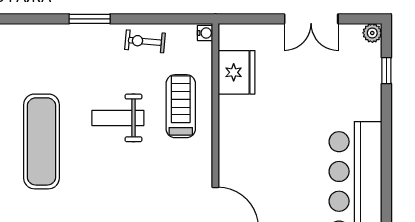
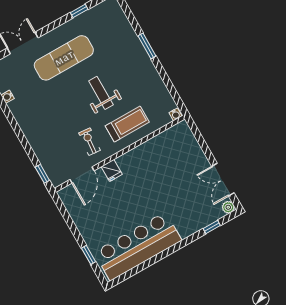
double door: (311, 19) -> (223, 180), moved
exercise bike: (145, 41) -> (89, 142), moved
fridge: (236, 72) -> (112, 170), moved, width x0.53, depth x0.75

